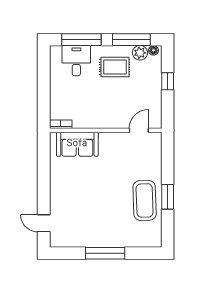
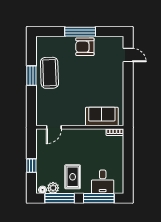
rug: (115, 67) -> (73, 177), turned 90
armchair: (99, 234) -> (85, 47), added

